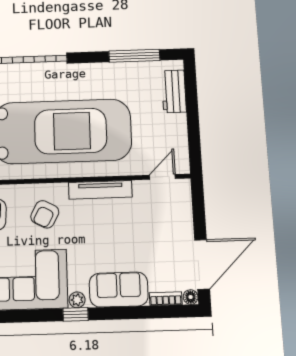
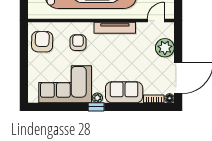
armchair: (45, 214) -> (78, 43), turned 152
plant: (179, 218) -> (165, 48), added

